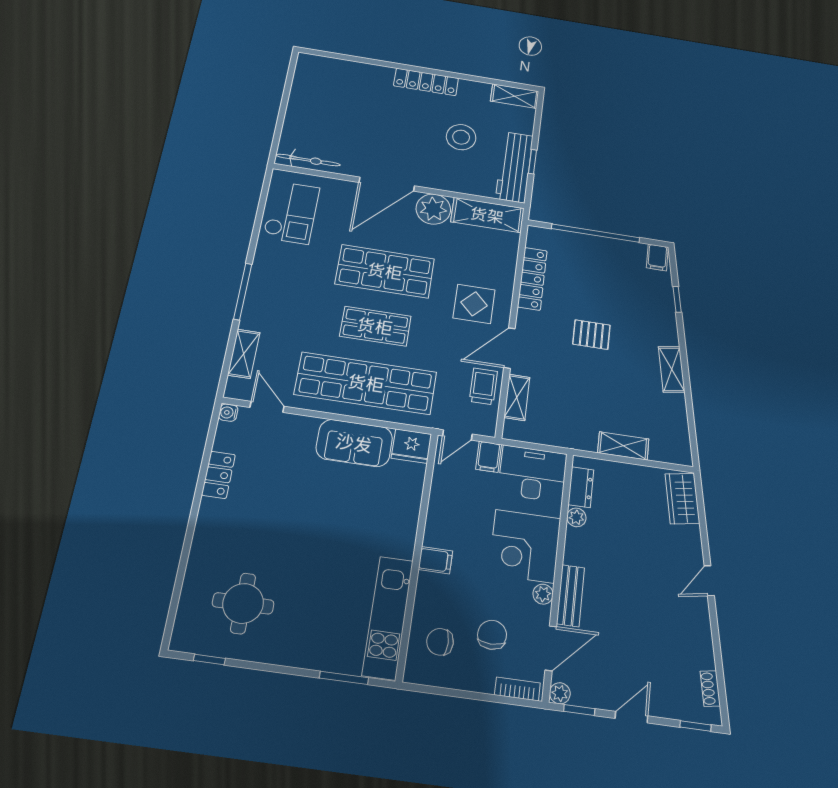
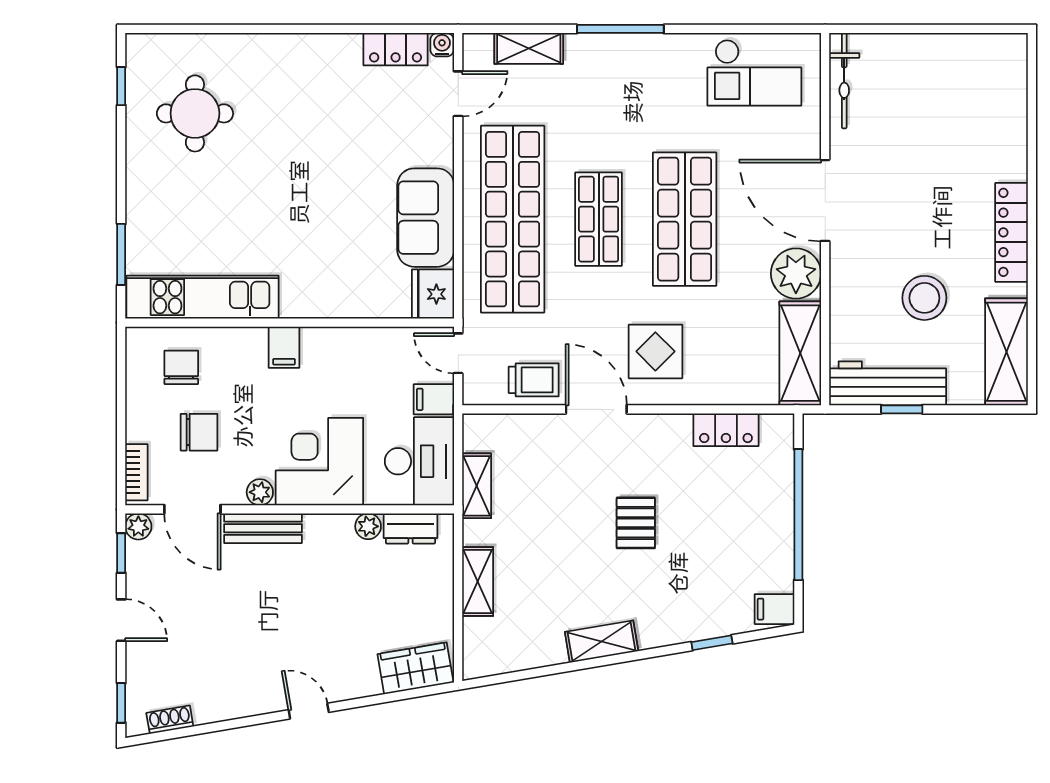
shelving: (515, 96) -> (1006, 352), width x1.50, depth x1.33
locker: (532, 279) -> (726, 430), width x0.66
shelving: (517, 397) -> (477, 486), moved, turned 90
locker: (218, 475) -> (396, 49), moved

